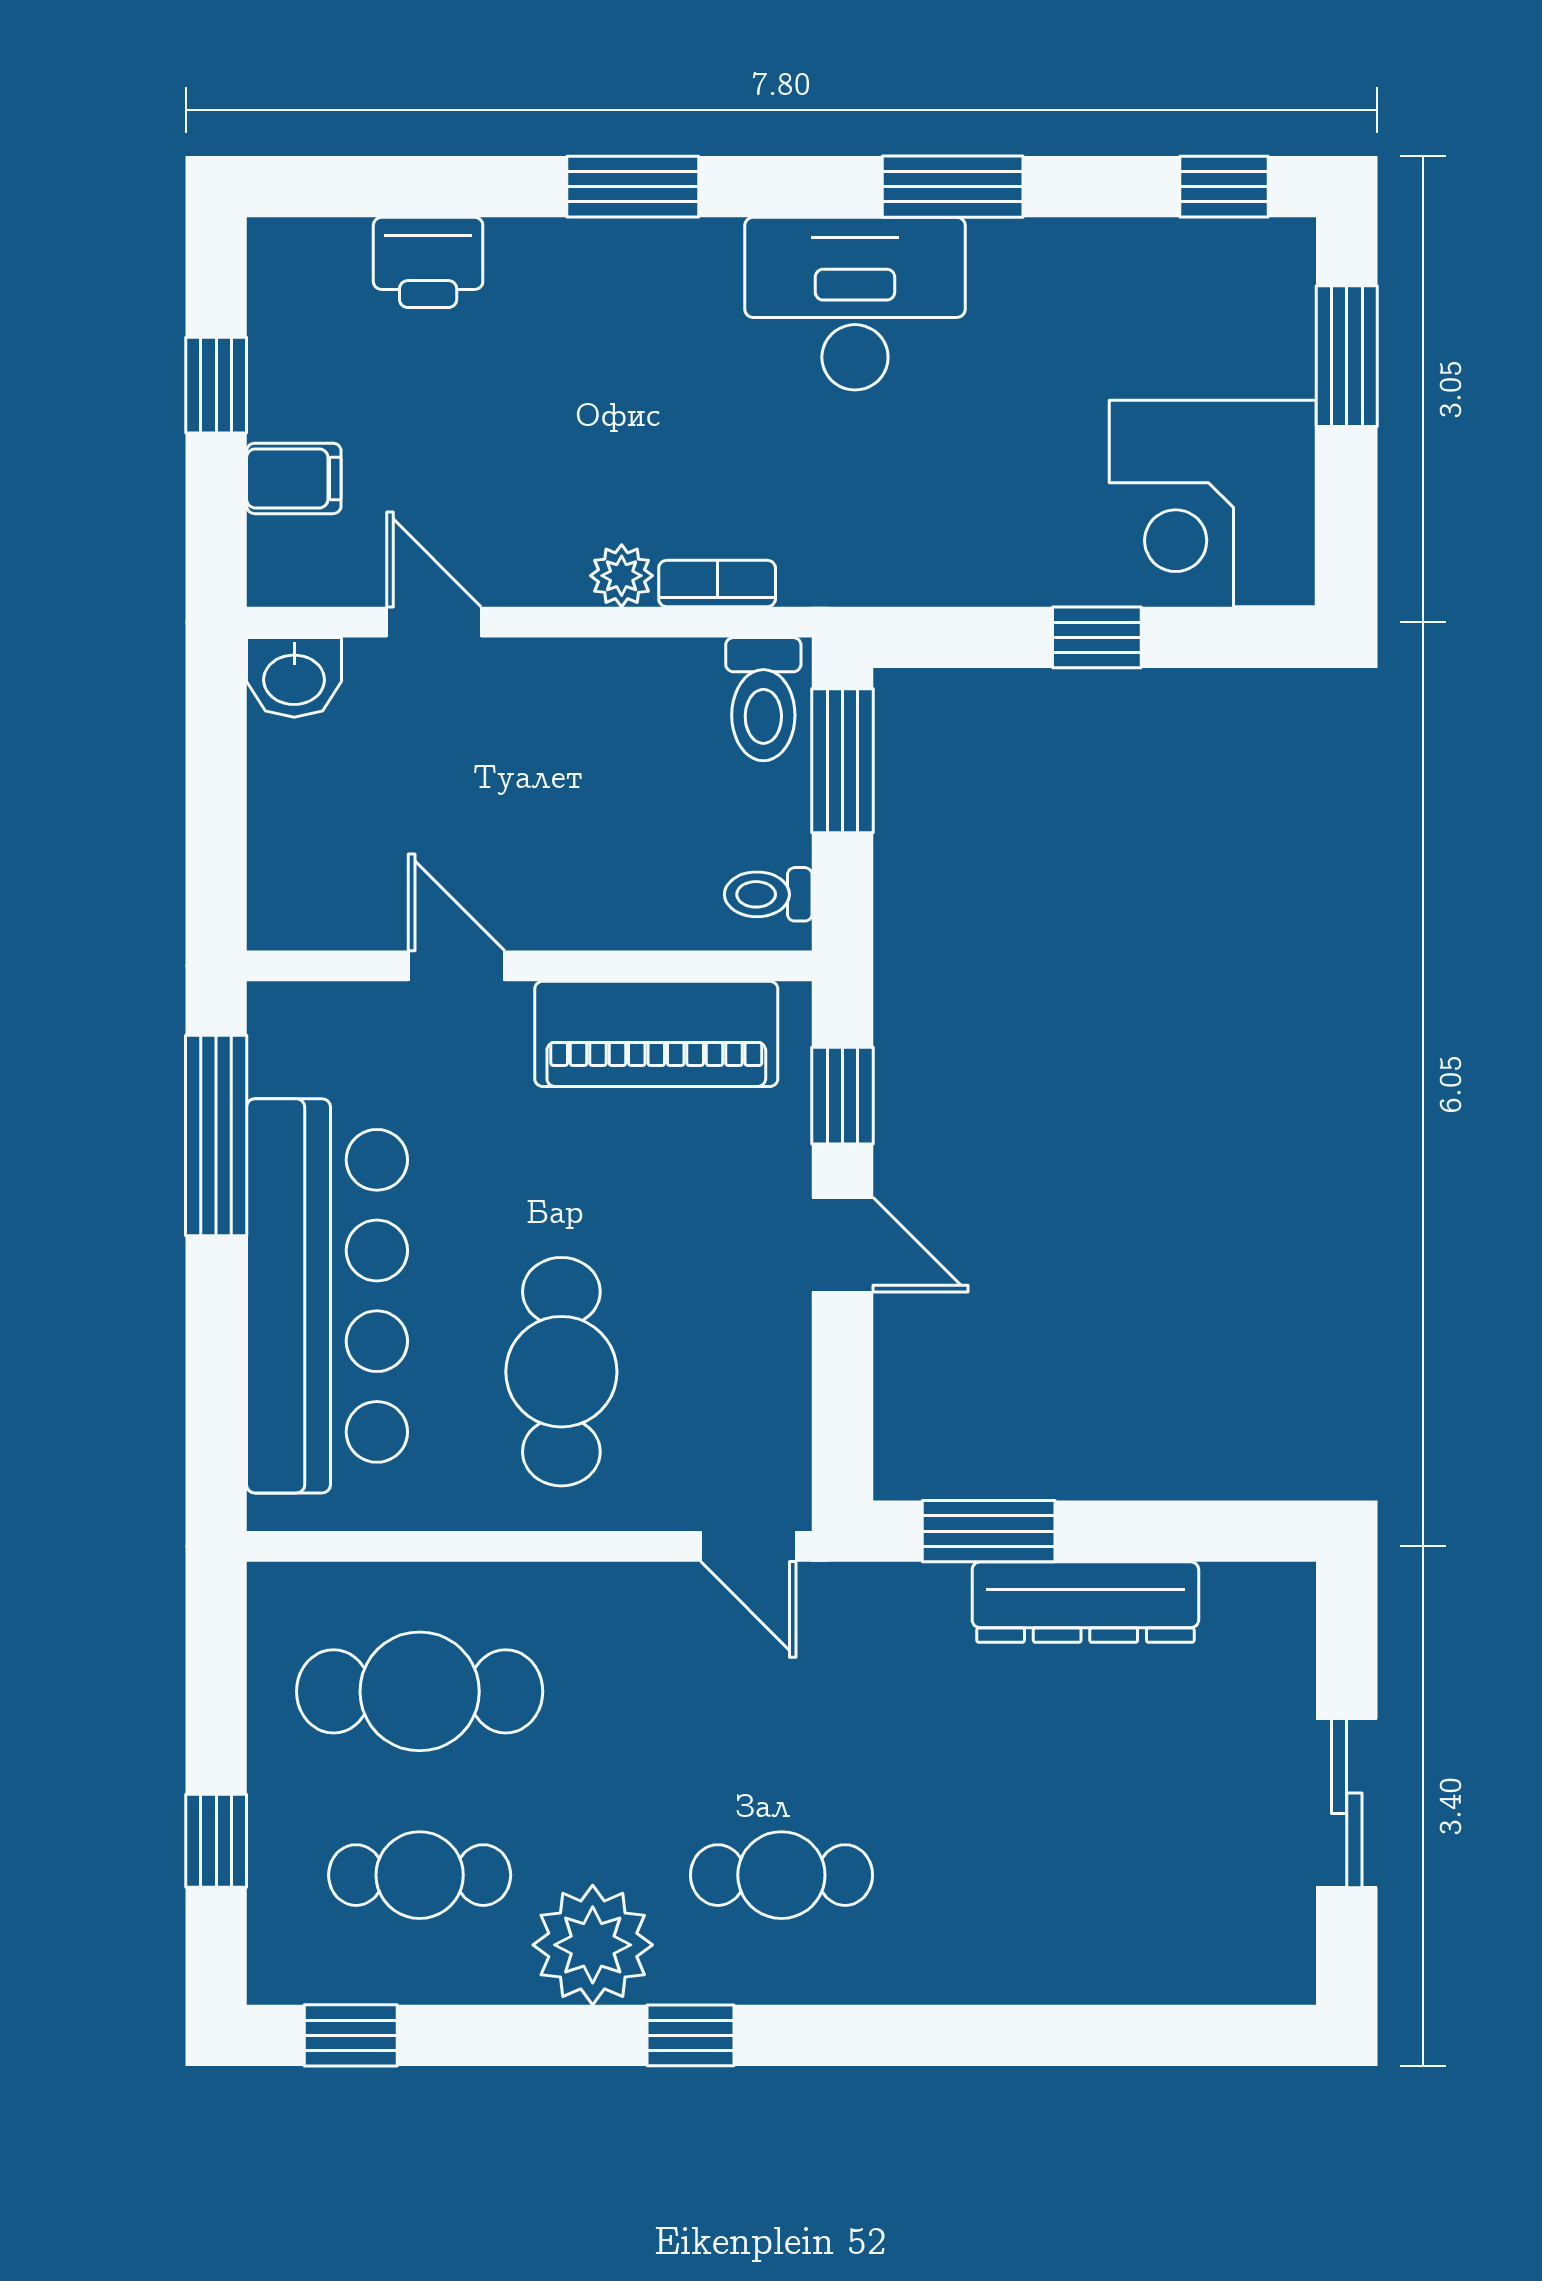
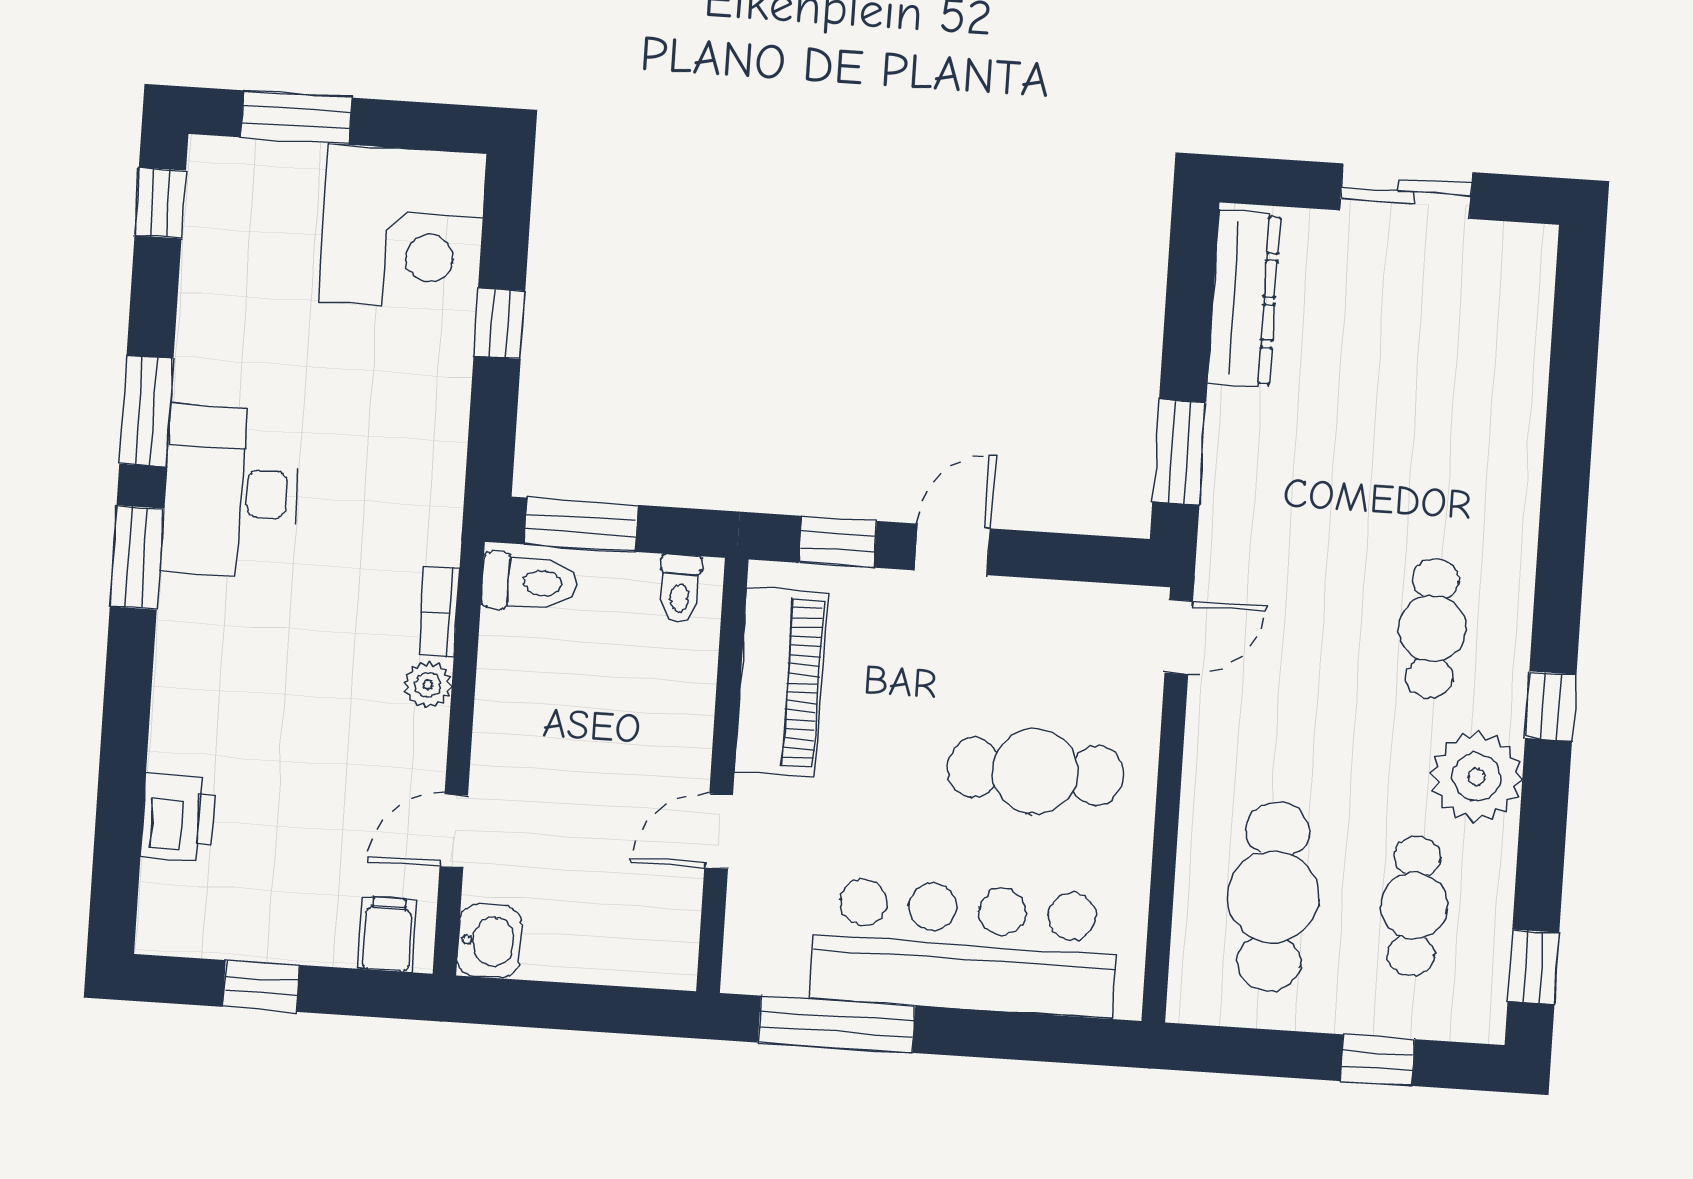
window: (633, 187) -> (137, 557), moved
filing cabinet: (294, 478) -> (387, 935), moved
dresser: (1085, 1602) -> (1244, 299), moved

